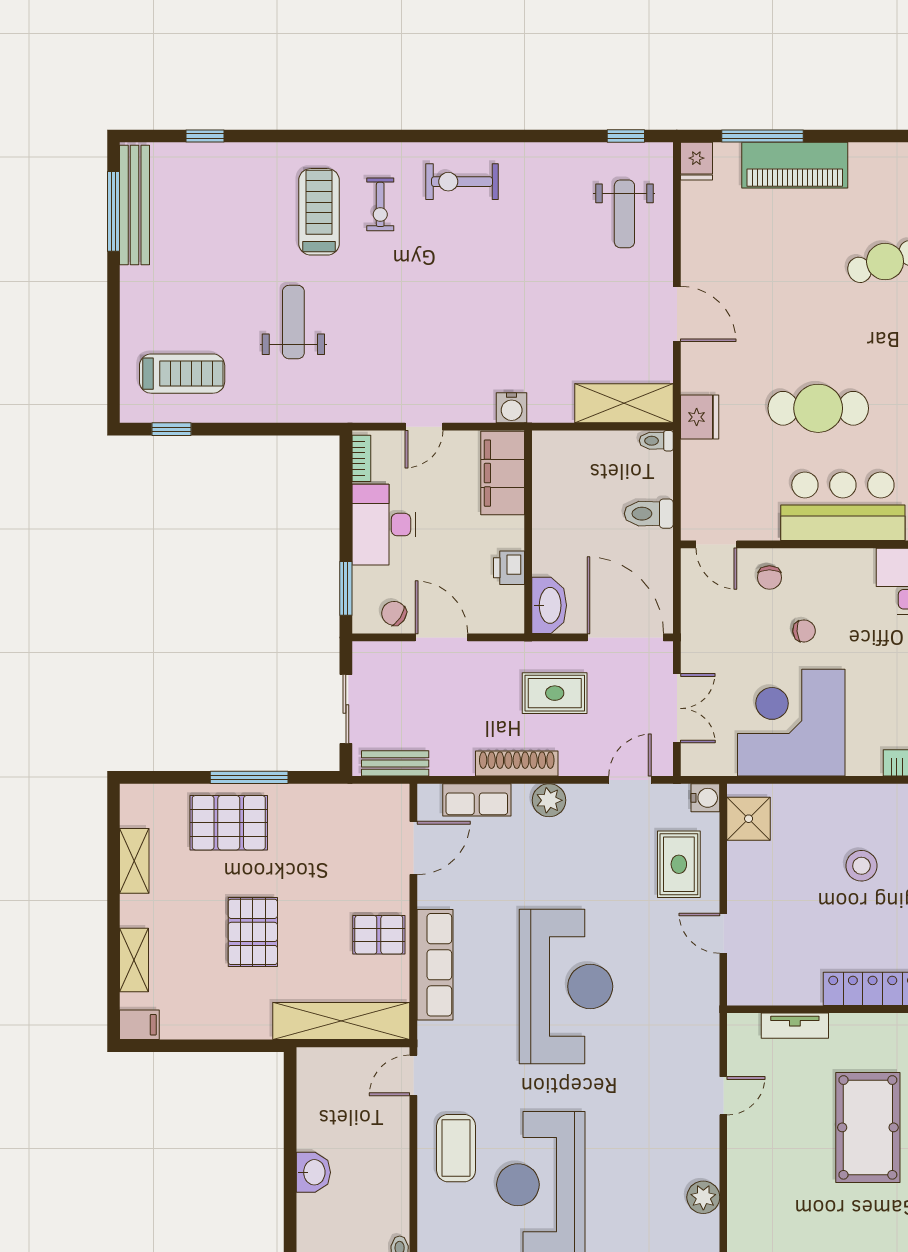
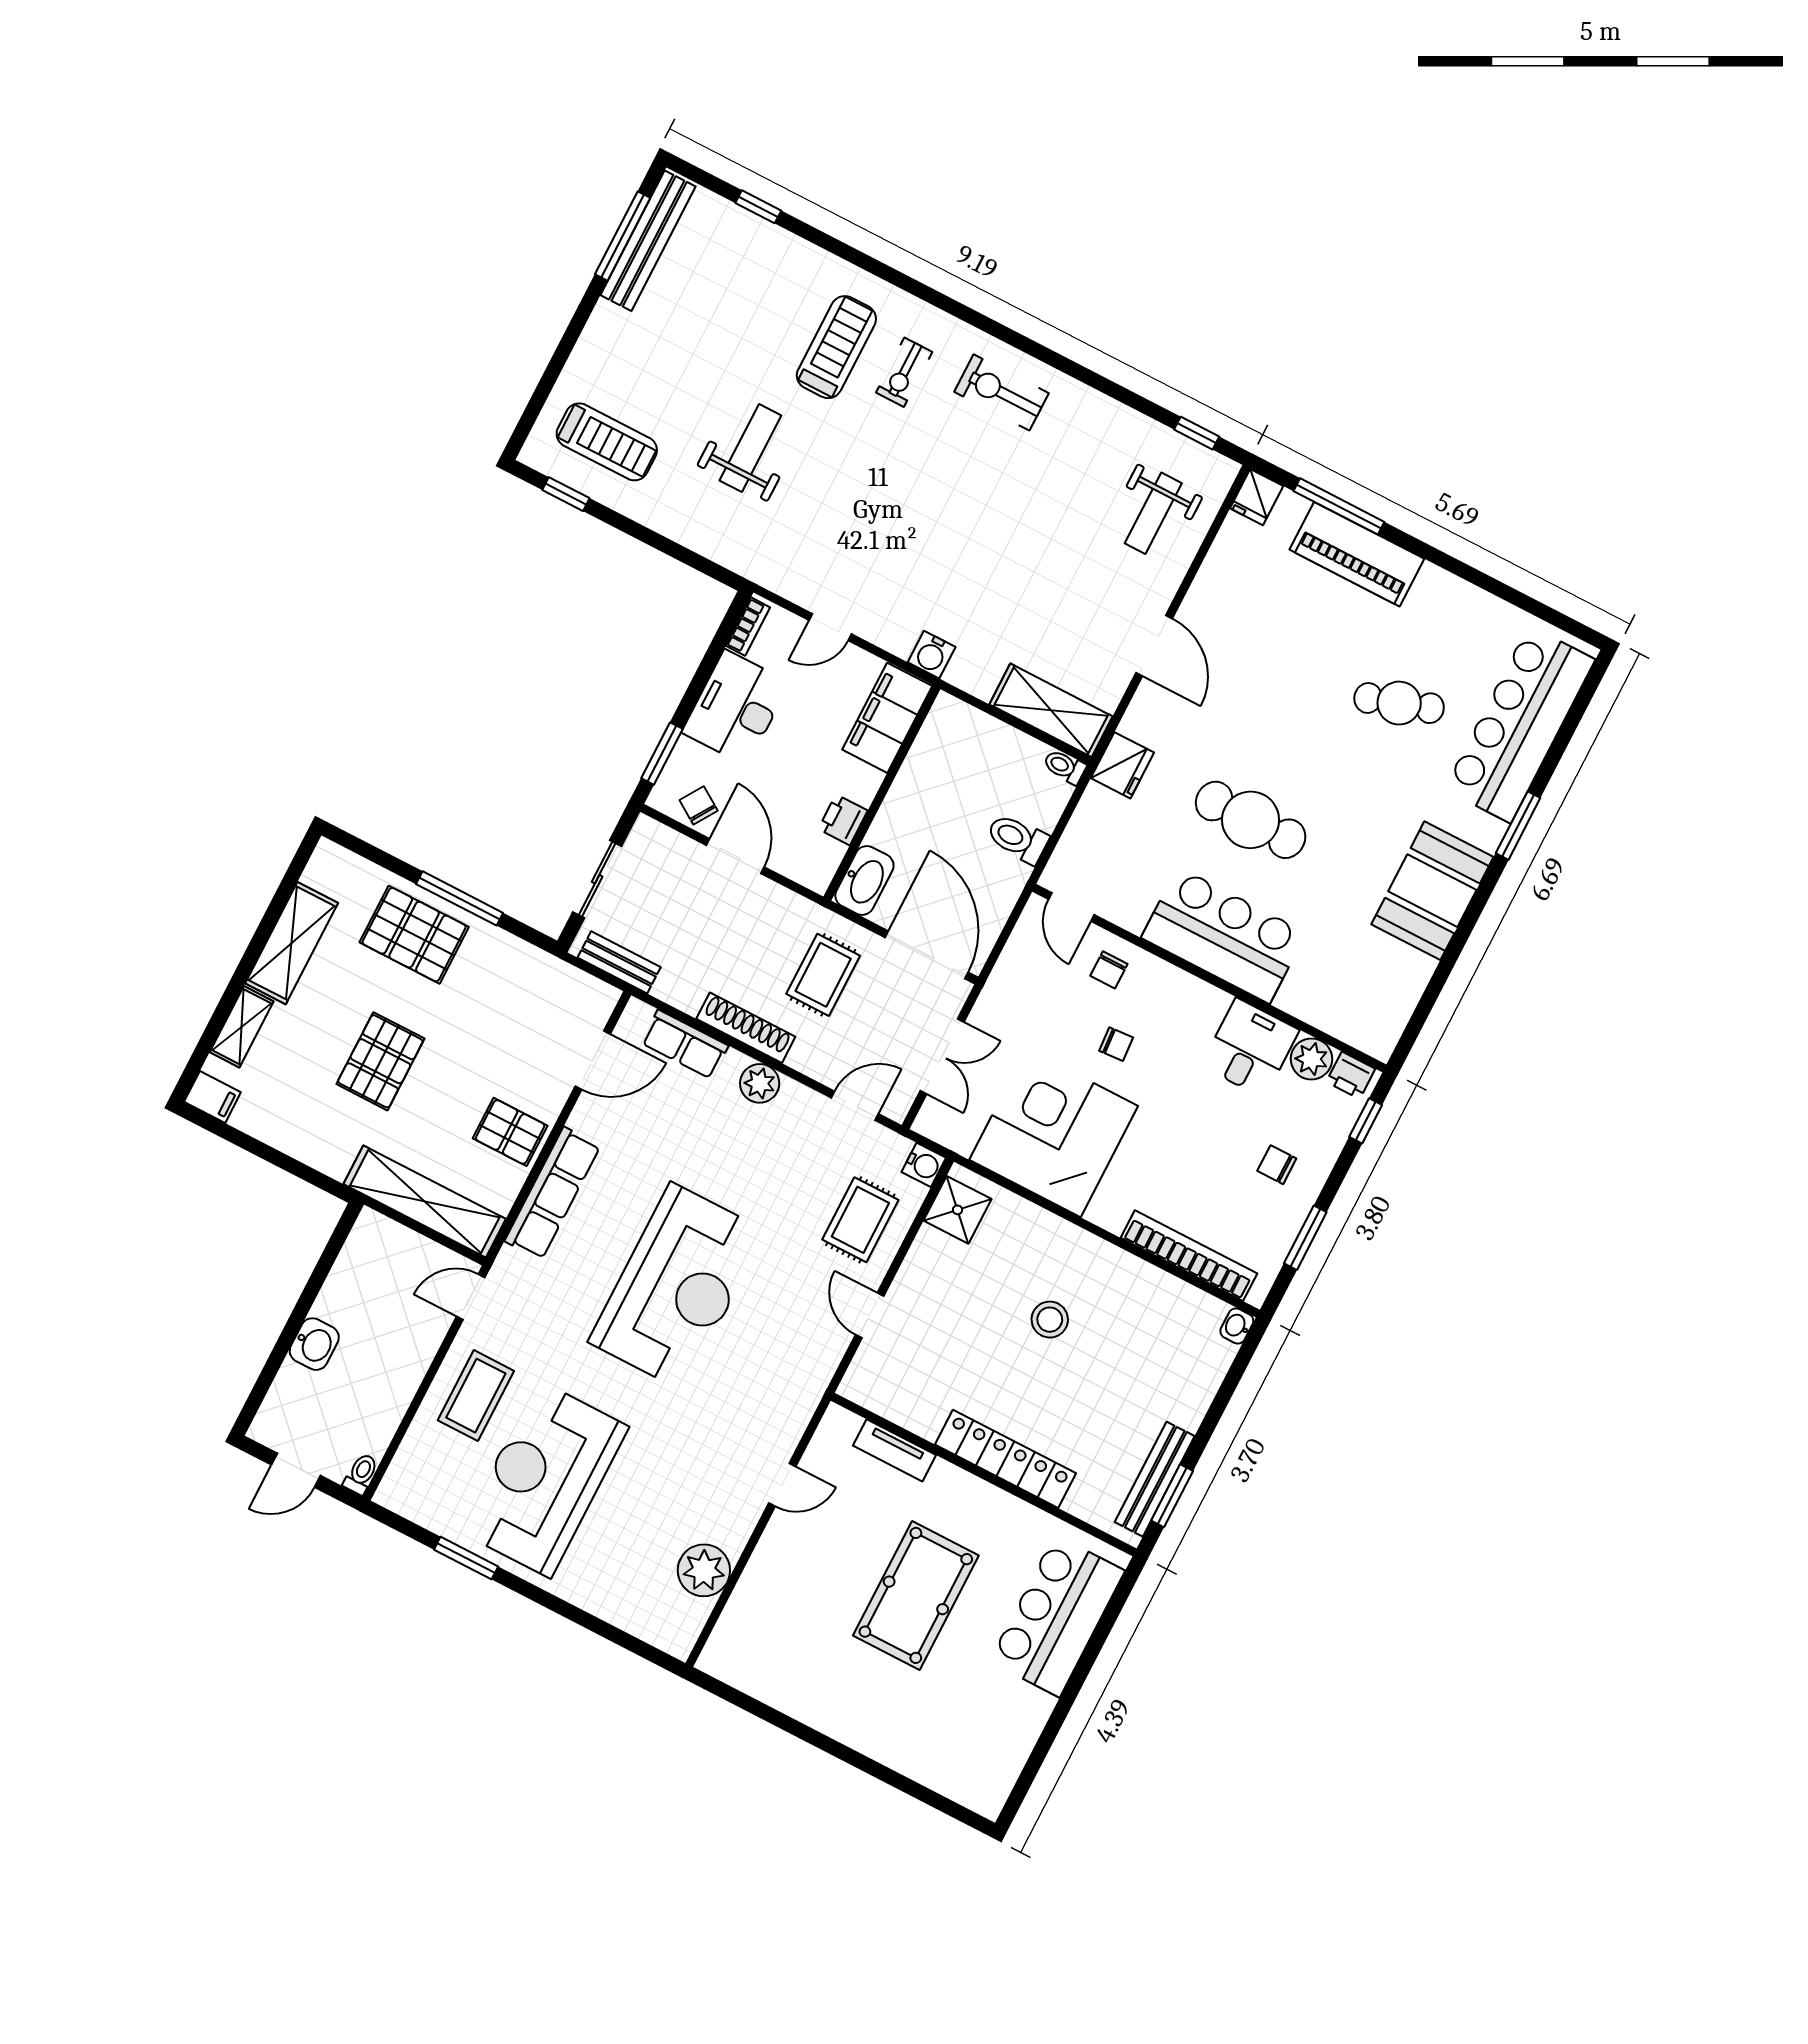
rug: (555, 693) -> (823, 975), turned 90
shelving: (134, 861) -> (292, 943), width x1.50, depth x1.33
plant: (703, 1197) -> (704, 1570), width x1.36, depth x1.36

